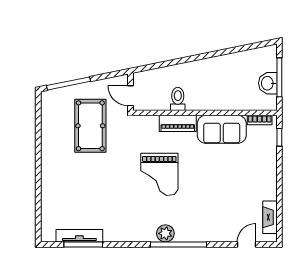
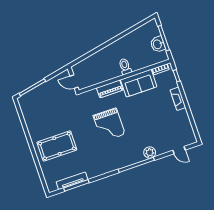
toilet: (178, 99) -> (125, 66), moved
pool table: (90, 126) -> (57, 146), moved, turned 90
fireplace: (270, 217) -> (178, 99), moved
plant: (165, 233) -> (150, 152), moved
door: (247, 244) -> (179, 150), swing flipped

